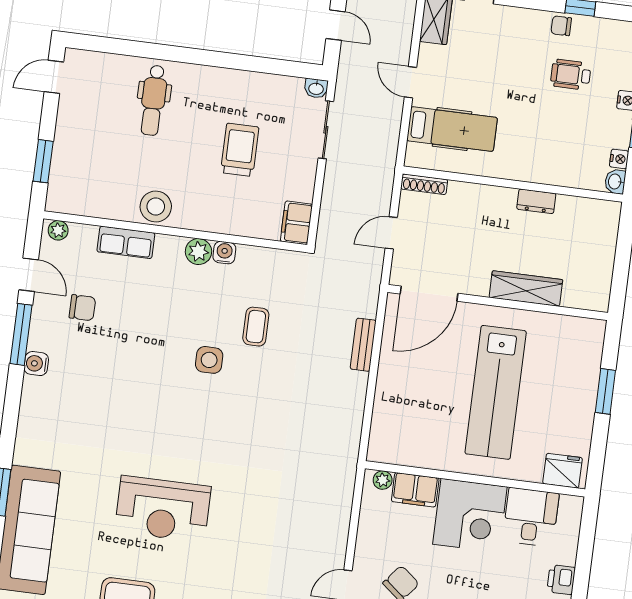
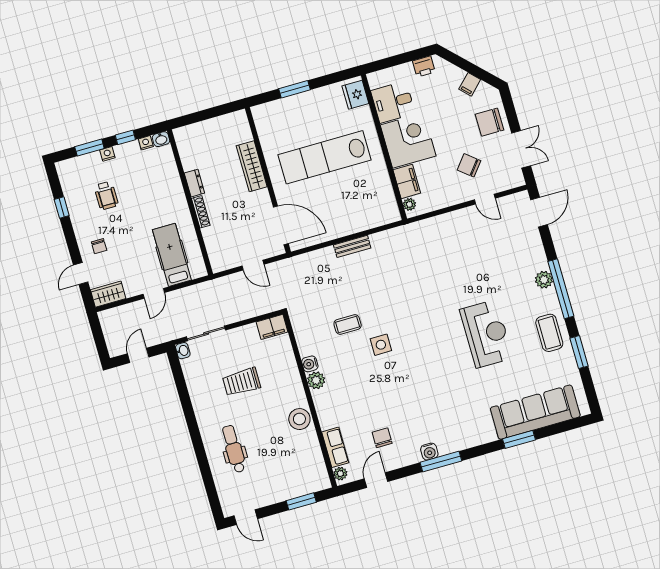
chair: (561, 26) -> (99, 246), moved
dental chair: (153, 100) -> (234, 449), turned -90
shoe rack: (424, 184) -> (201, 212), moved
row of seats: (126, 242) -> (335, 447), moved
window: (21, 334) -> (441, 462), moved
bench: (363, 345) -> (352, 246), moved
lab bench: (496, 392) -> (324, 157), turned 180

